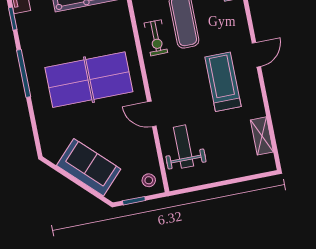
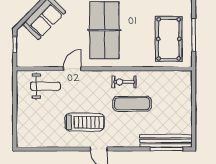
shelving: (262, 136) -> (42, 142), removed
stool: (149, 180) -> (27, 58), removed

